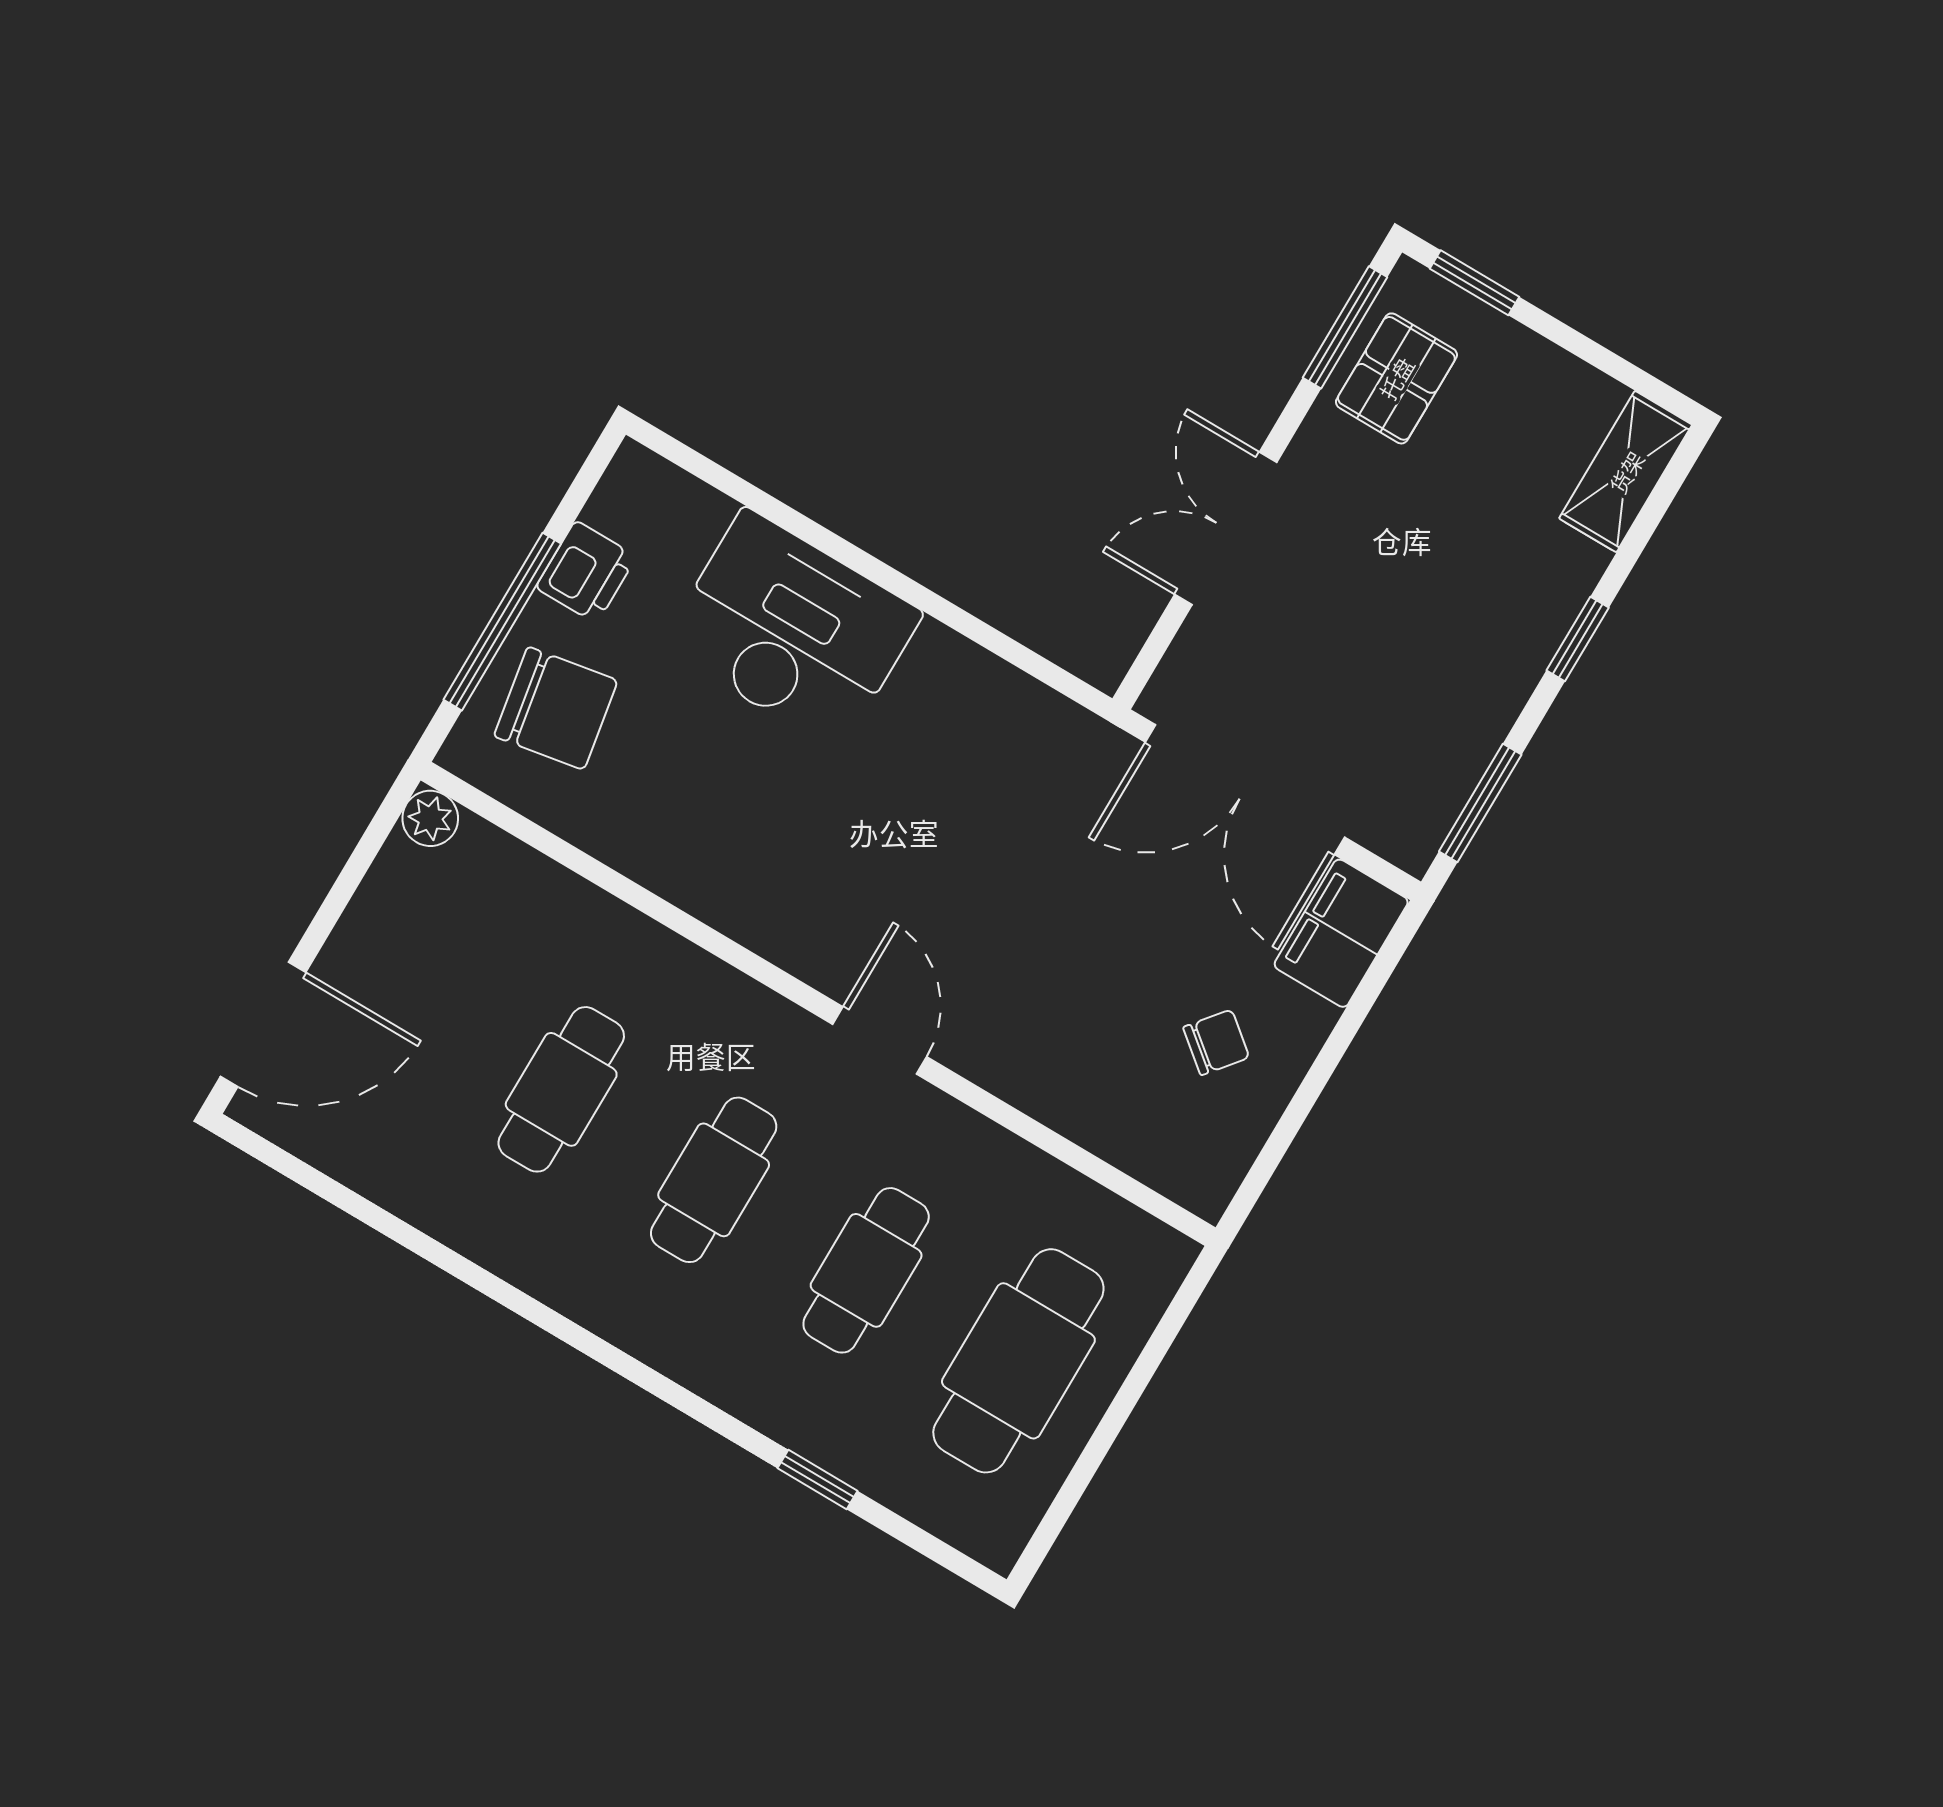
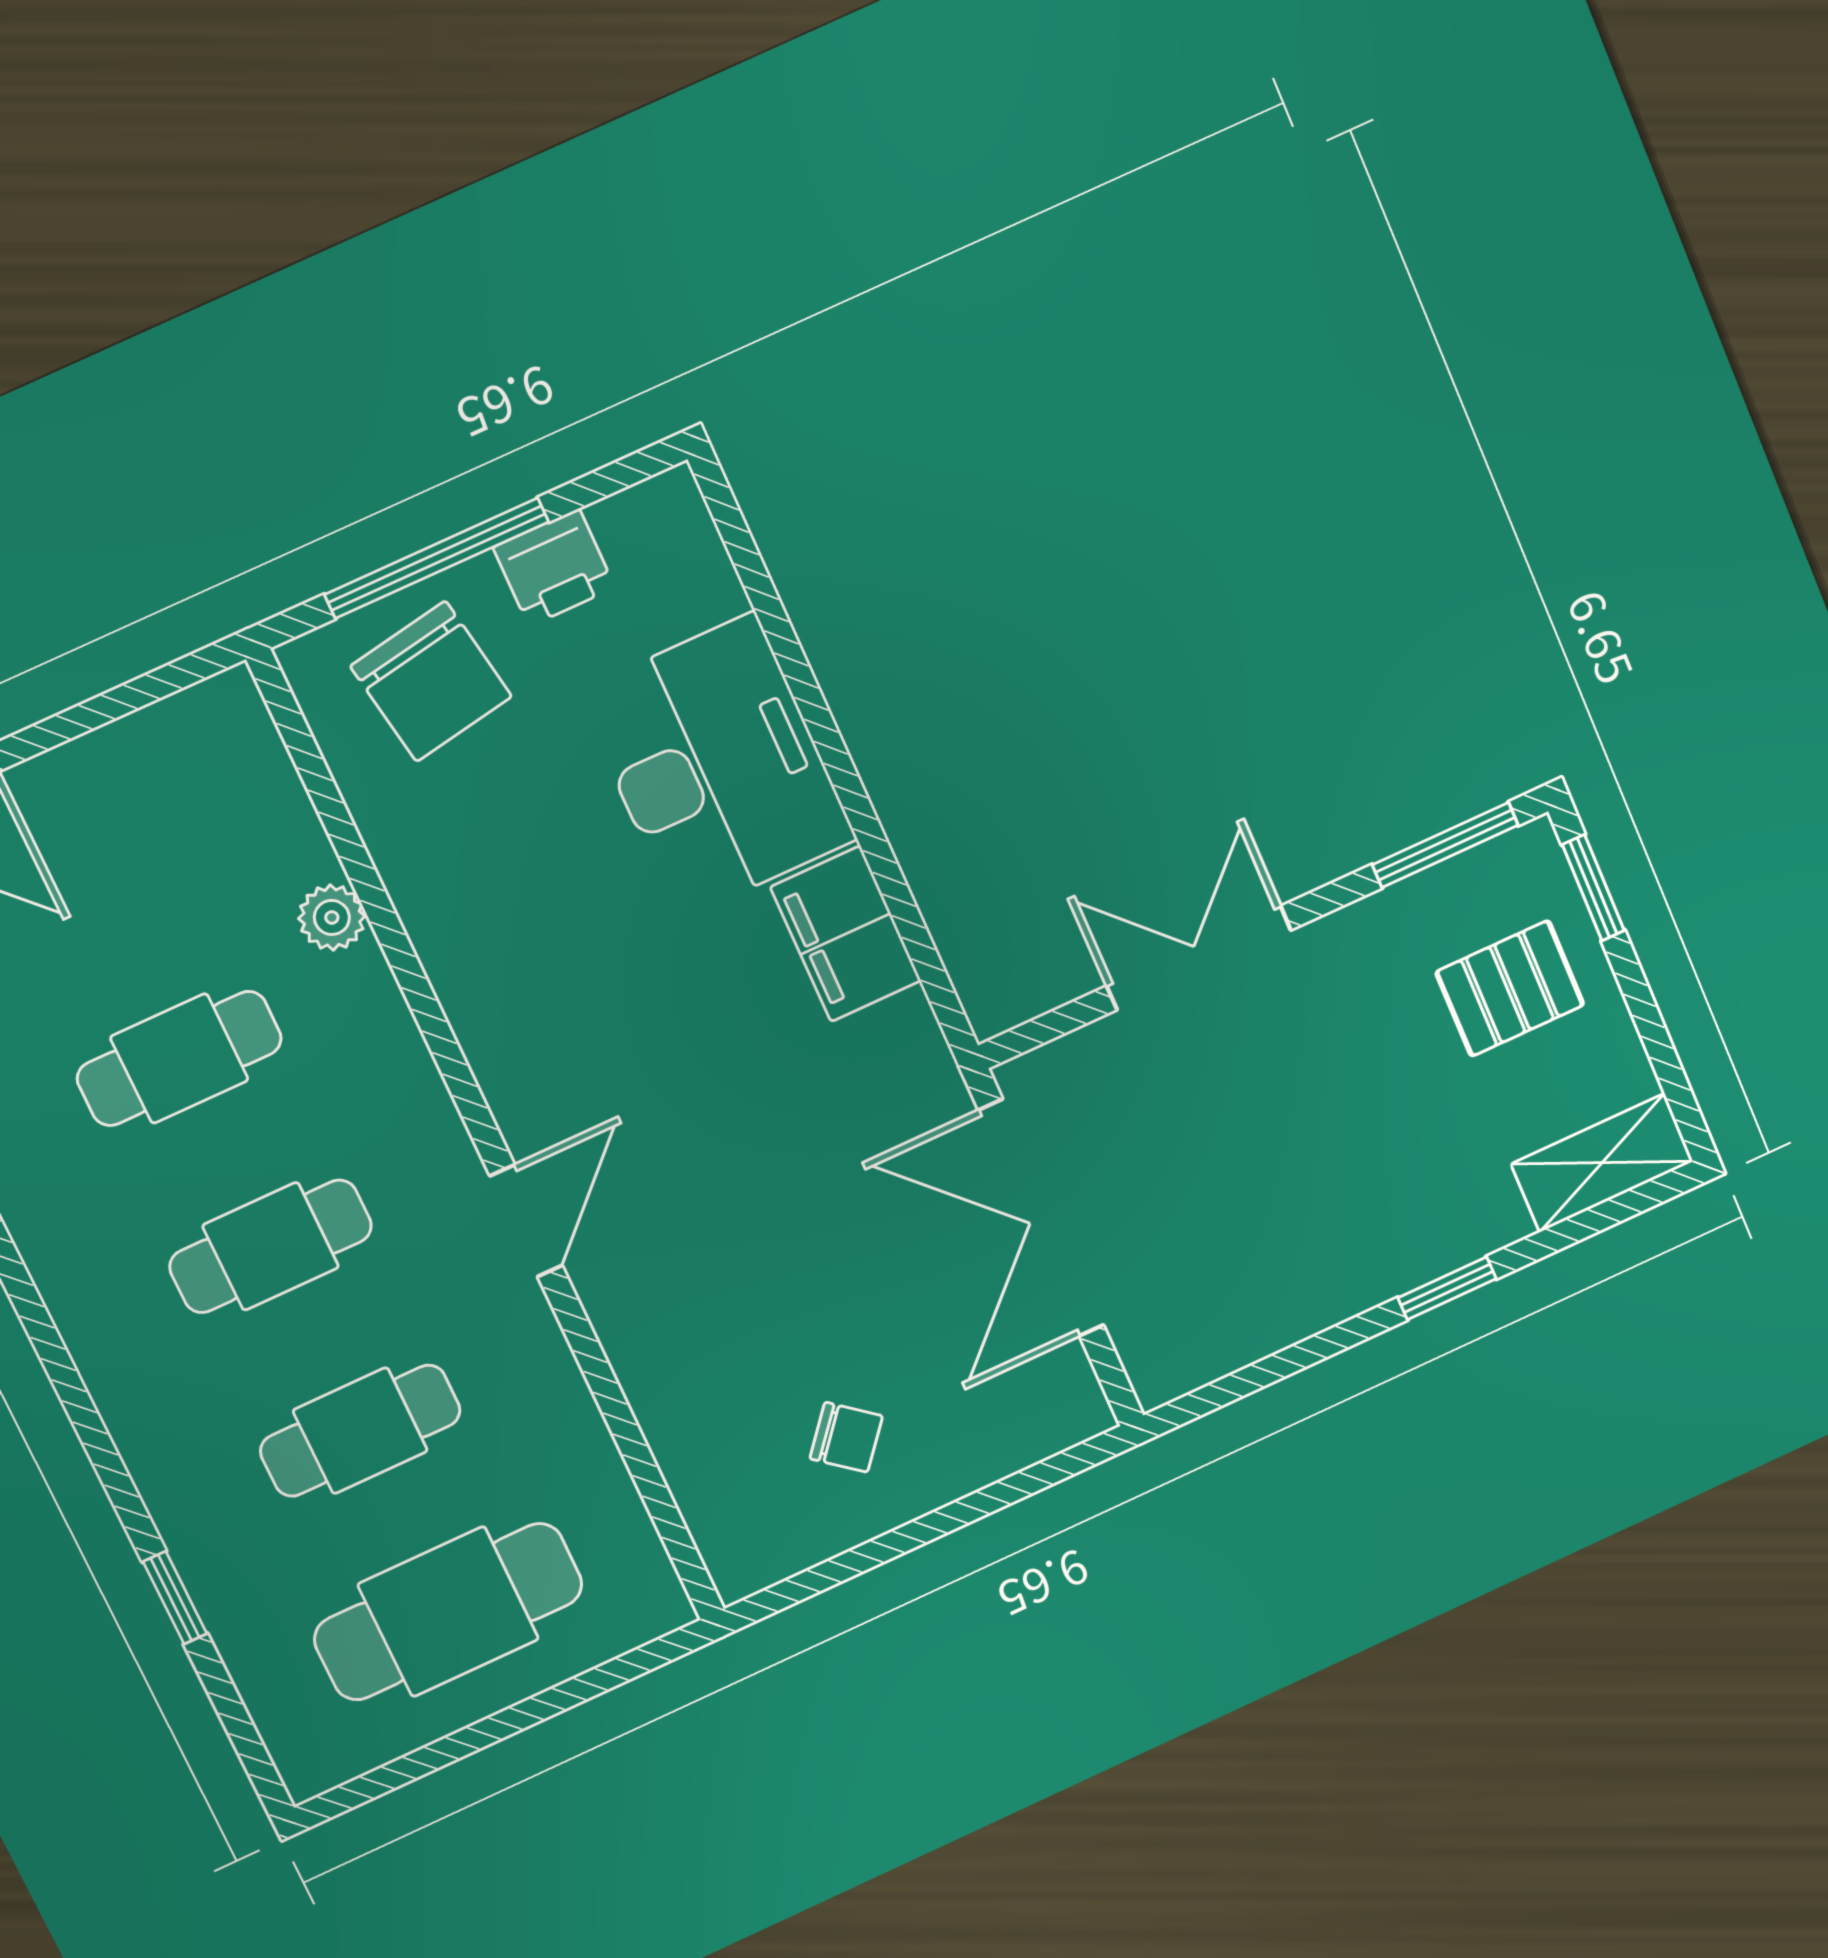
pallet: (1396, 378) -> (1510, 988), moved
window: (1480, 803) -> (1250, 1380), removed
plant: (430, 818) -> (332, 917), moved
filing cabinet: (1341, 933) -> (846, 934), moved, turned -90

